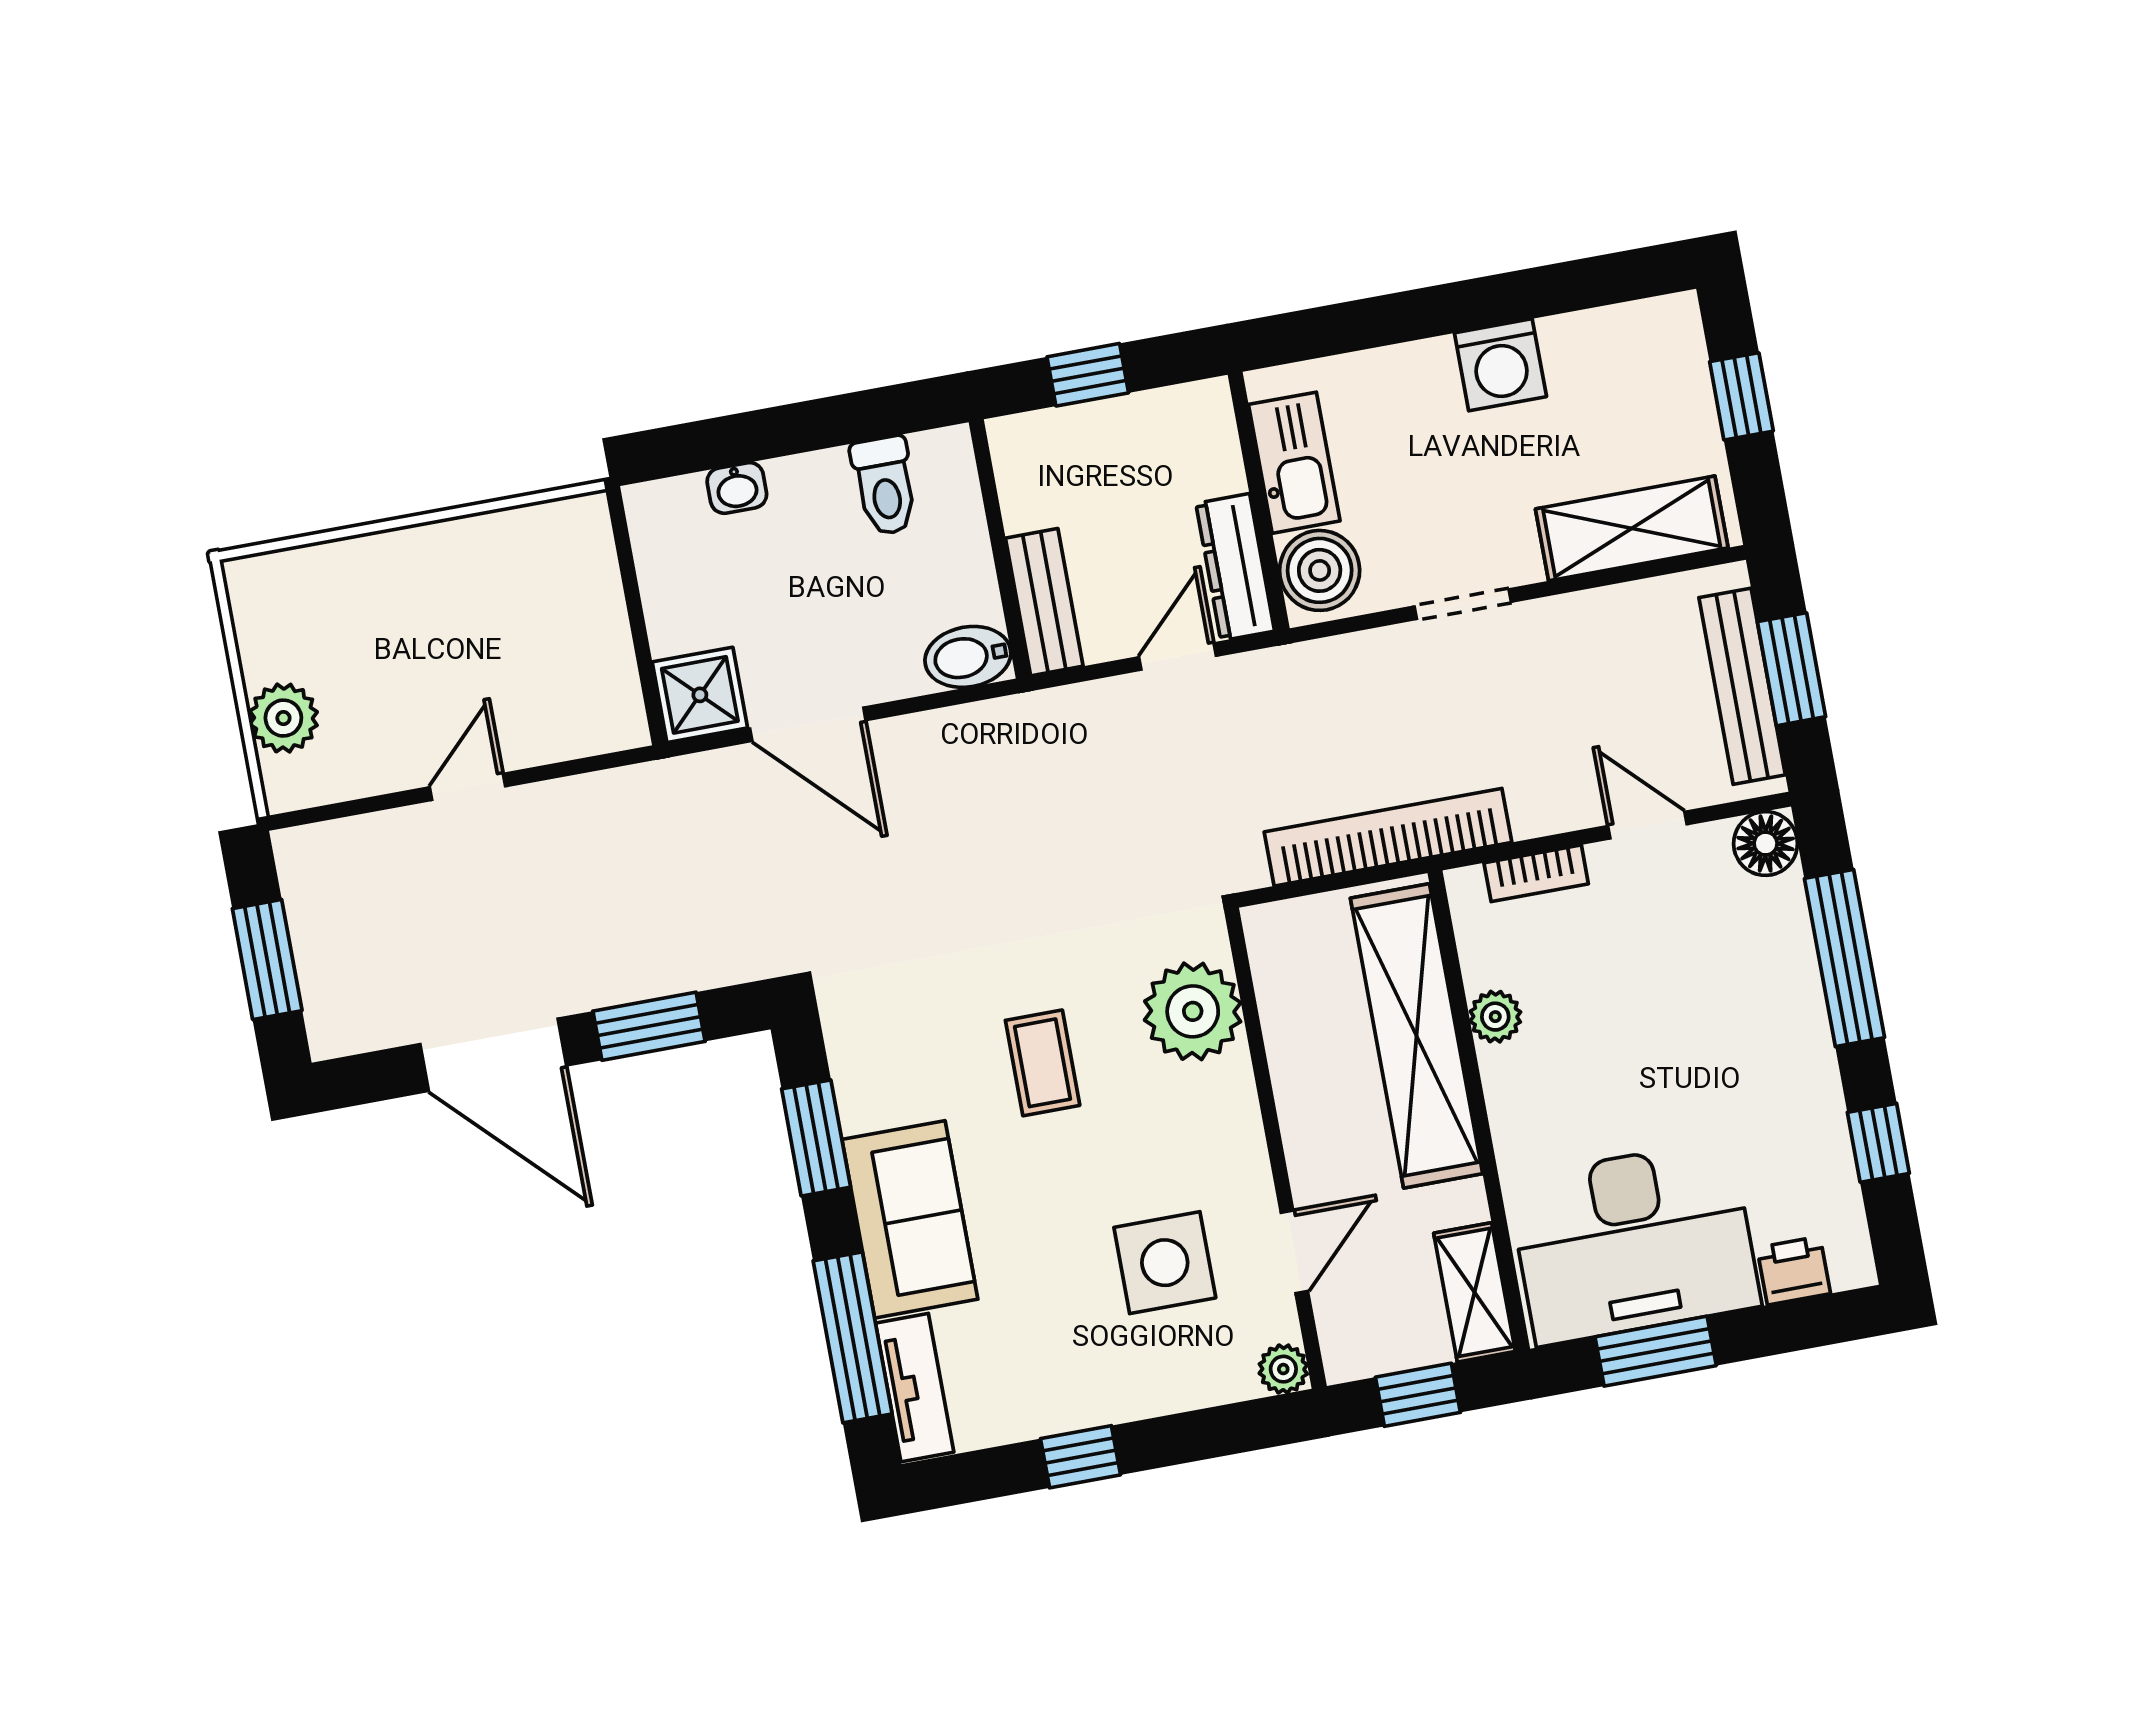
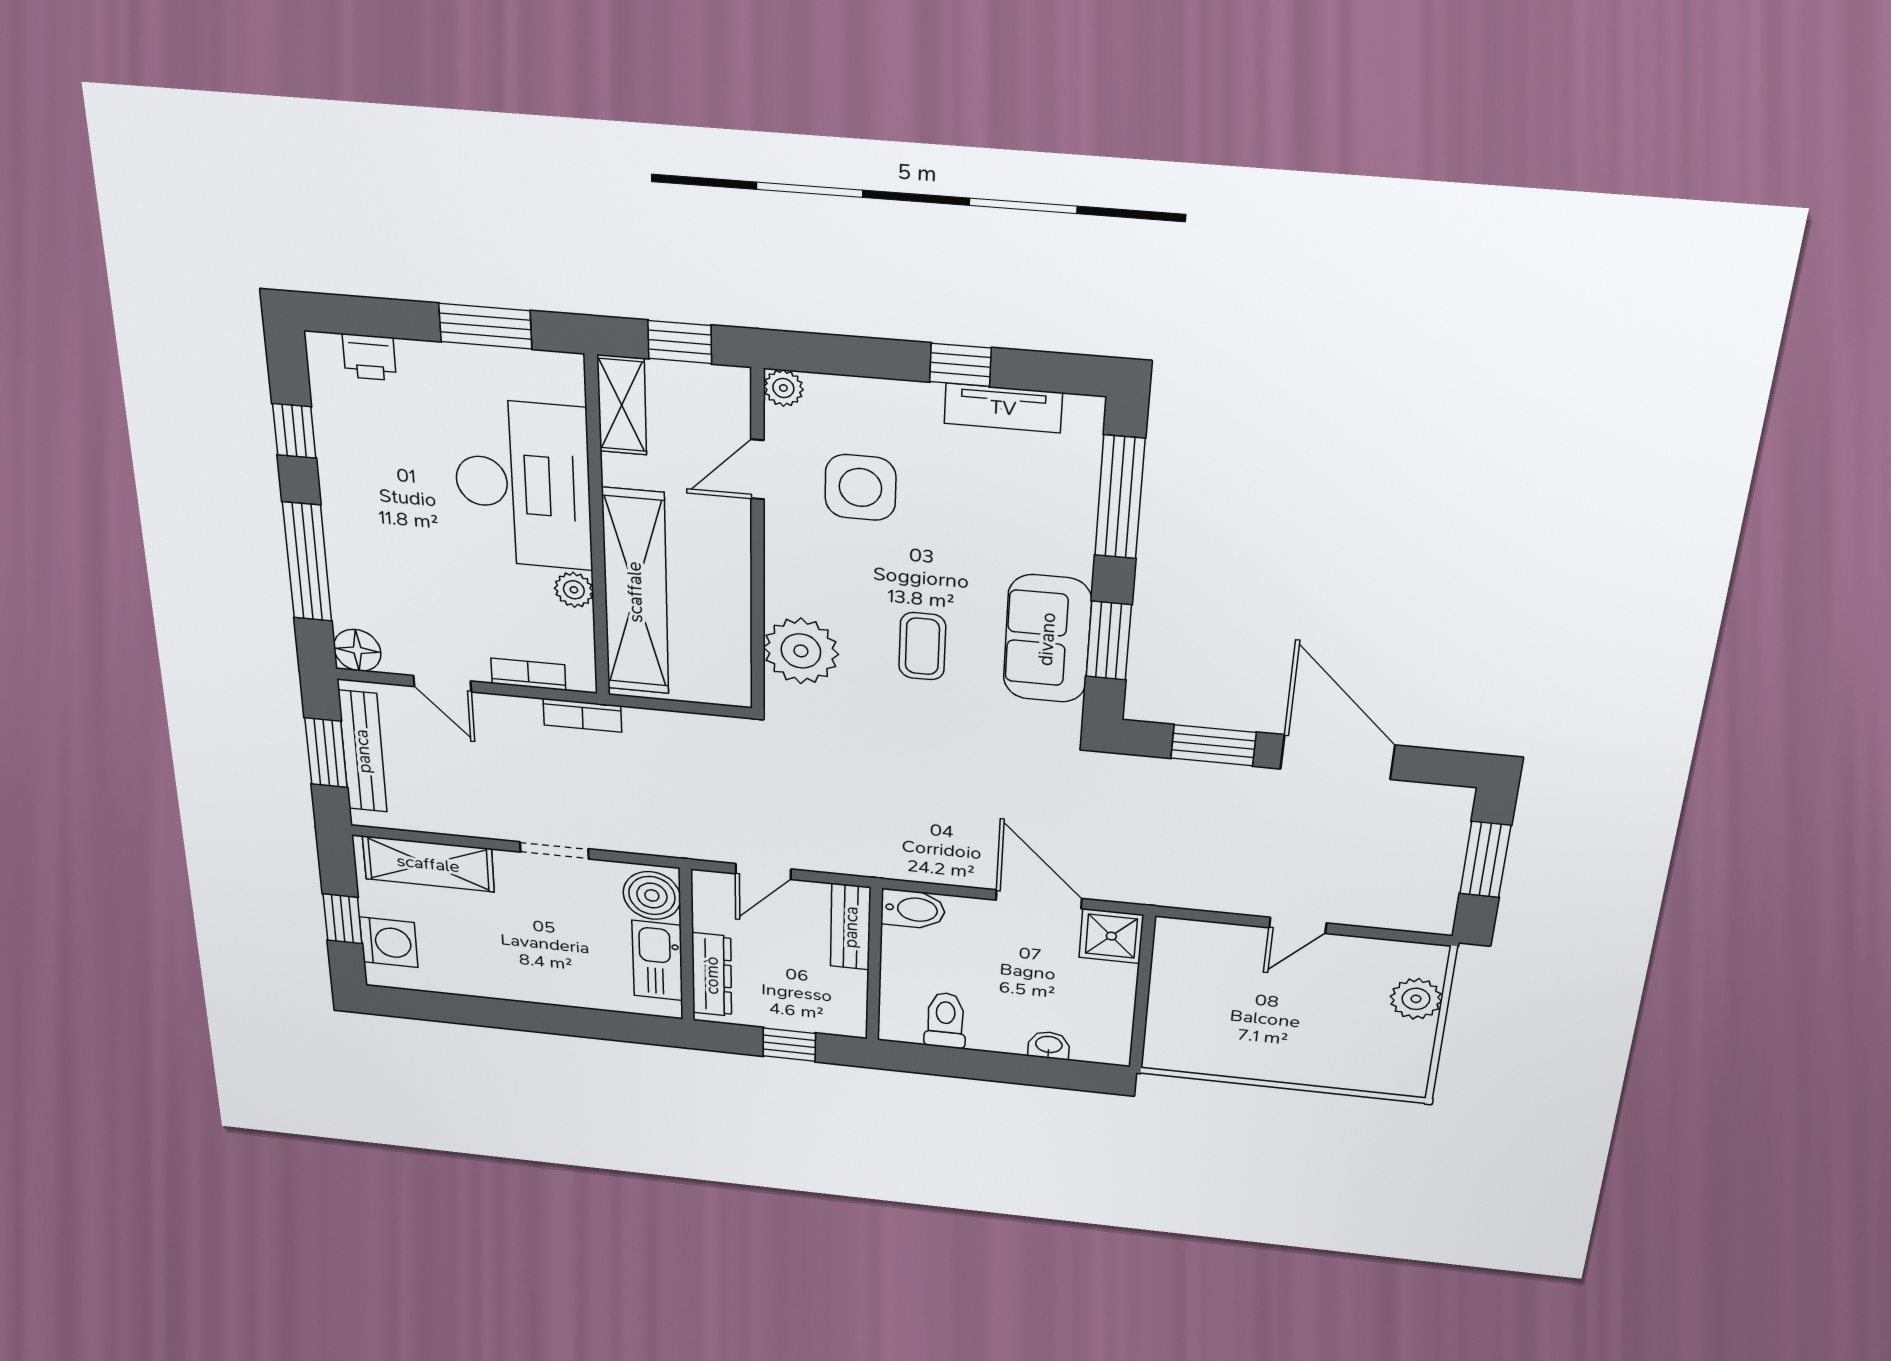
washing machine: (1500, 365) -> (389, 942), moved, turned 90
dresser: (1235, 567) -> (712, 975), moved
bookcase: (1388, 837) -> (582, 715), width x0.43, depth x0.76
sofa: (910, 1219) -> (1047, 639), moved
desk: (1634, 1242) -> (523, 484), moved, turned 90
tv unit: (915, 1388) -> (1003, 408), moved, turned -90

